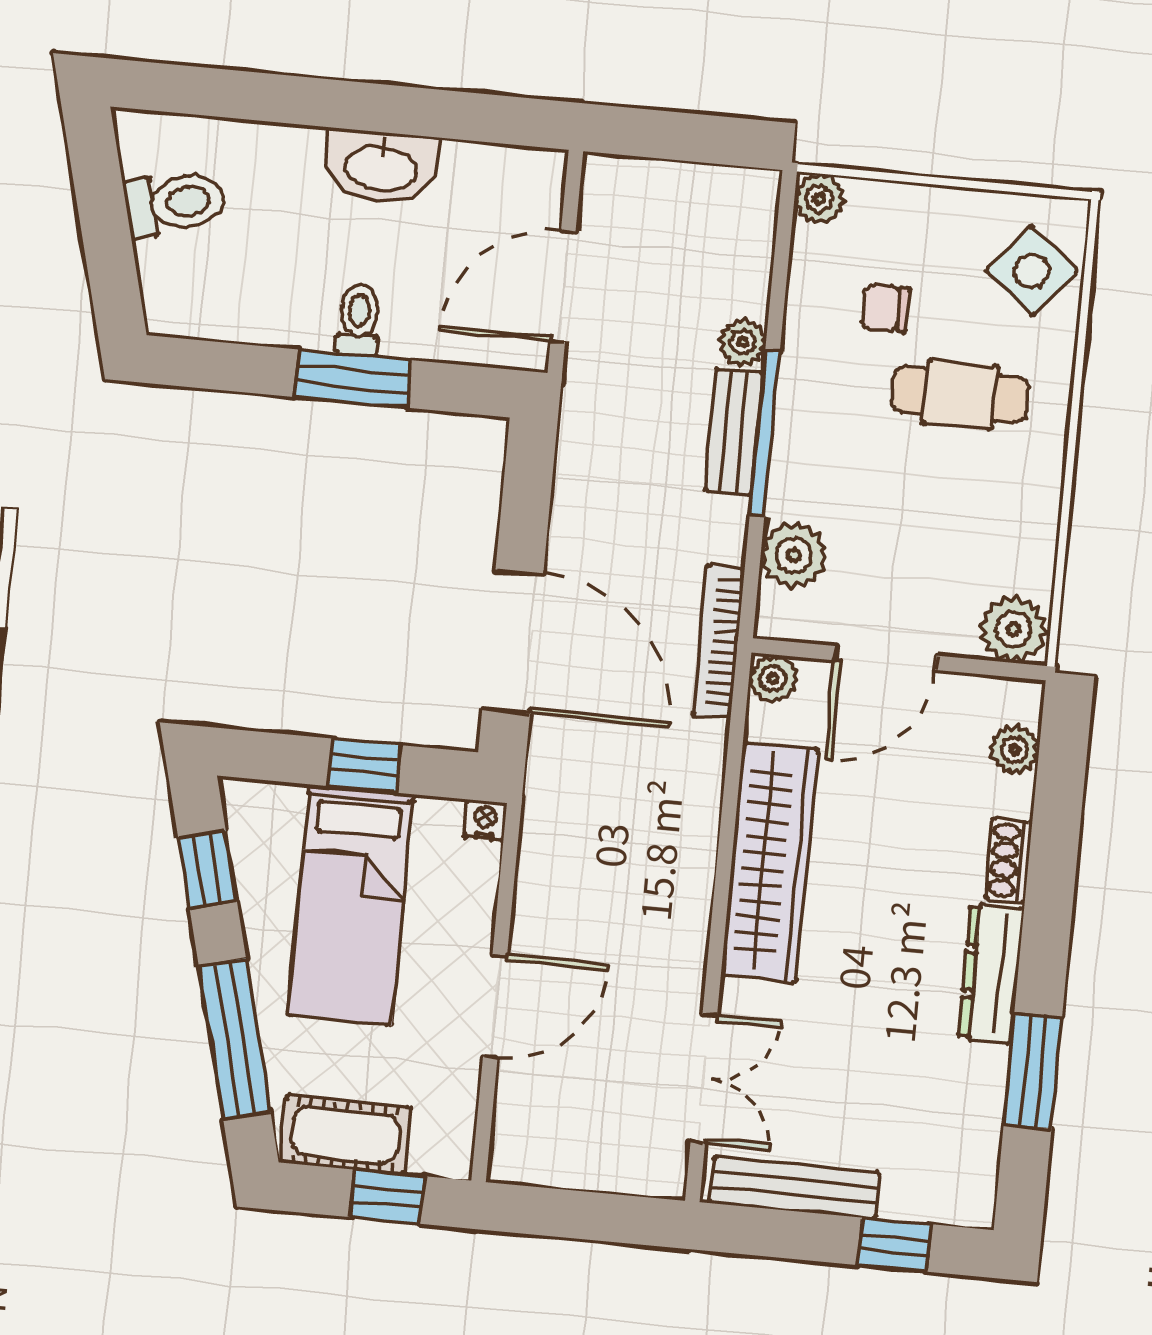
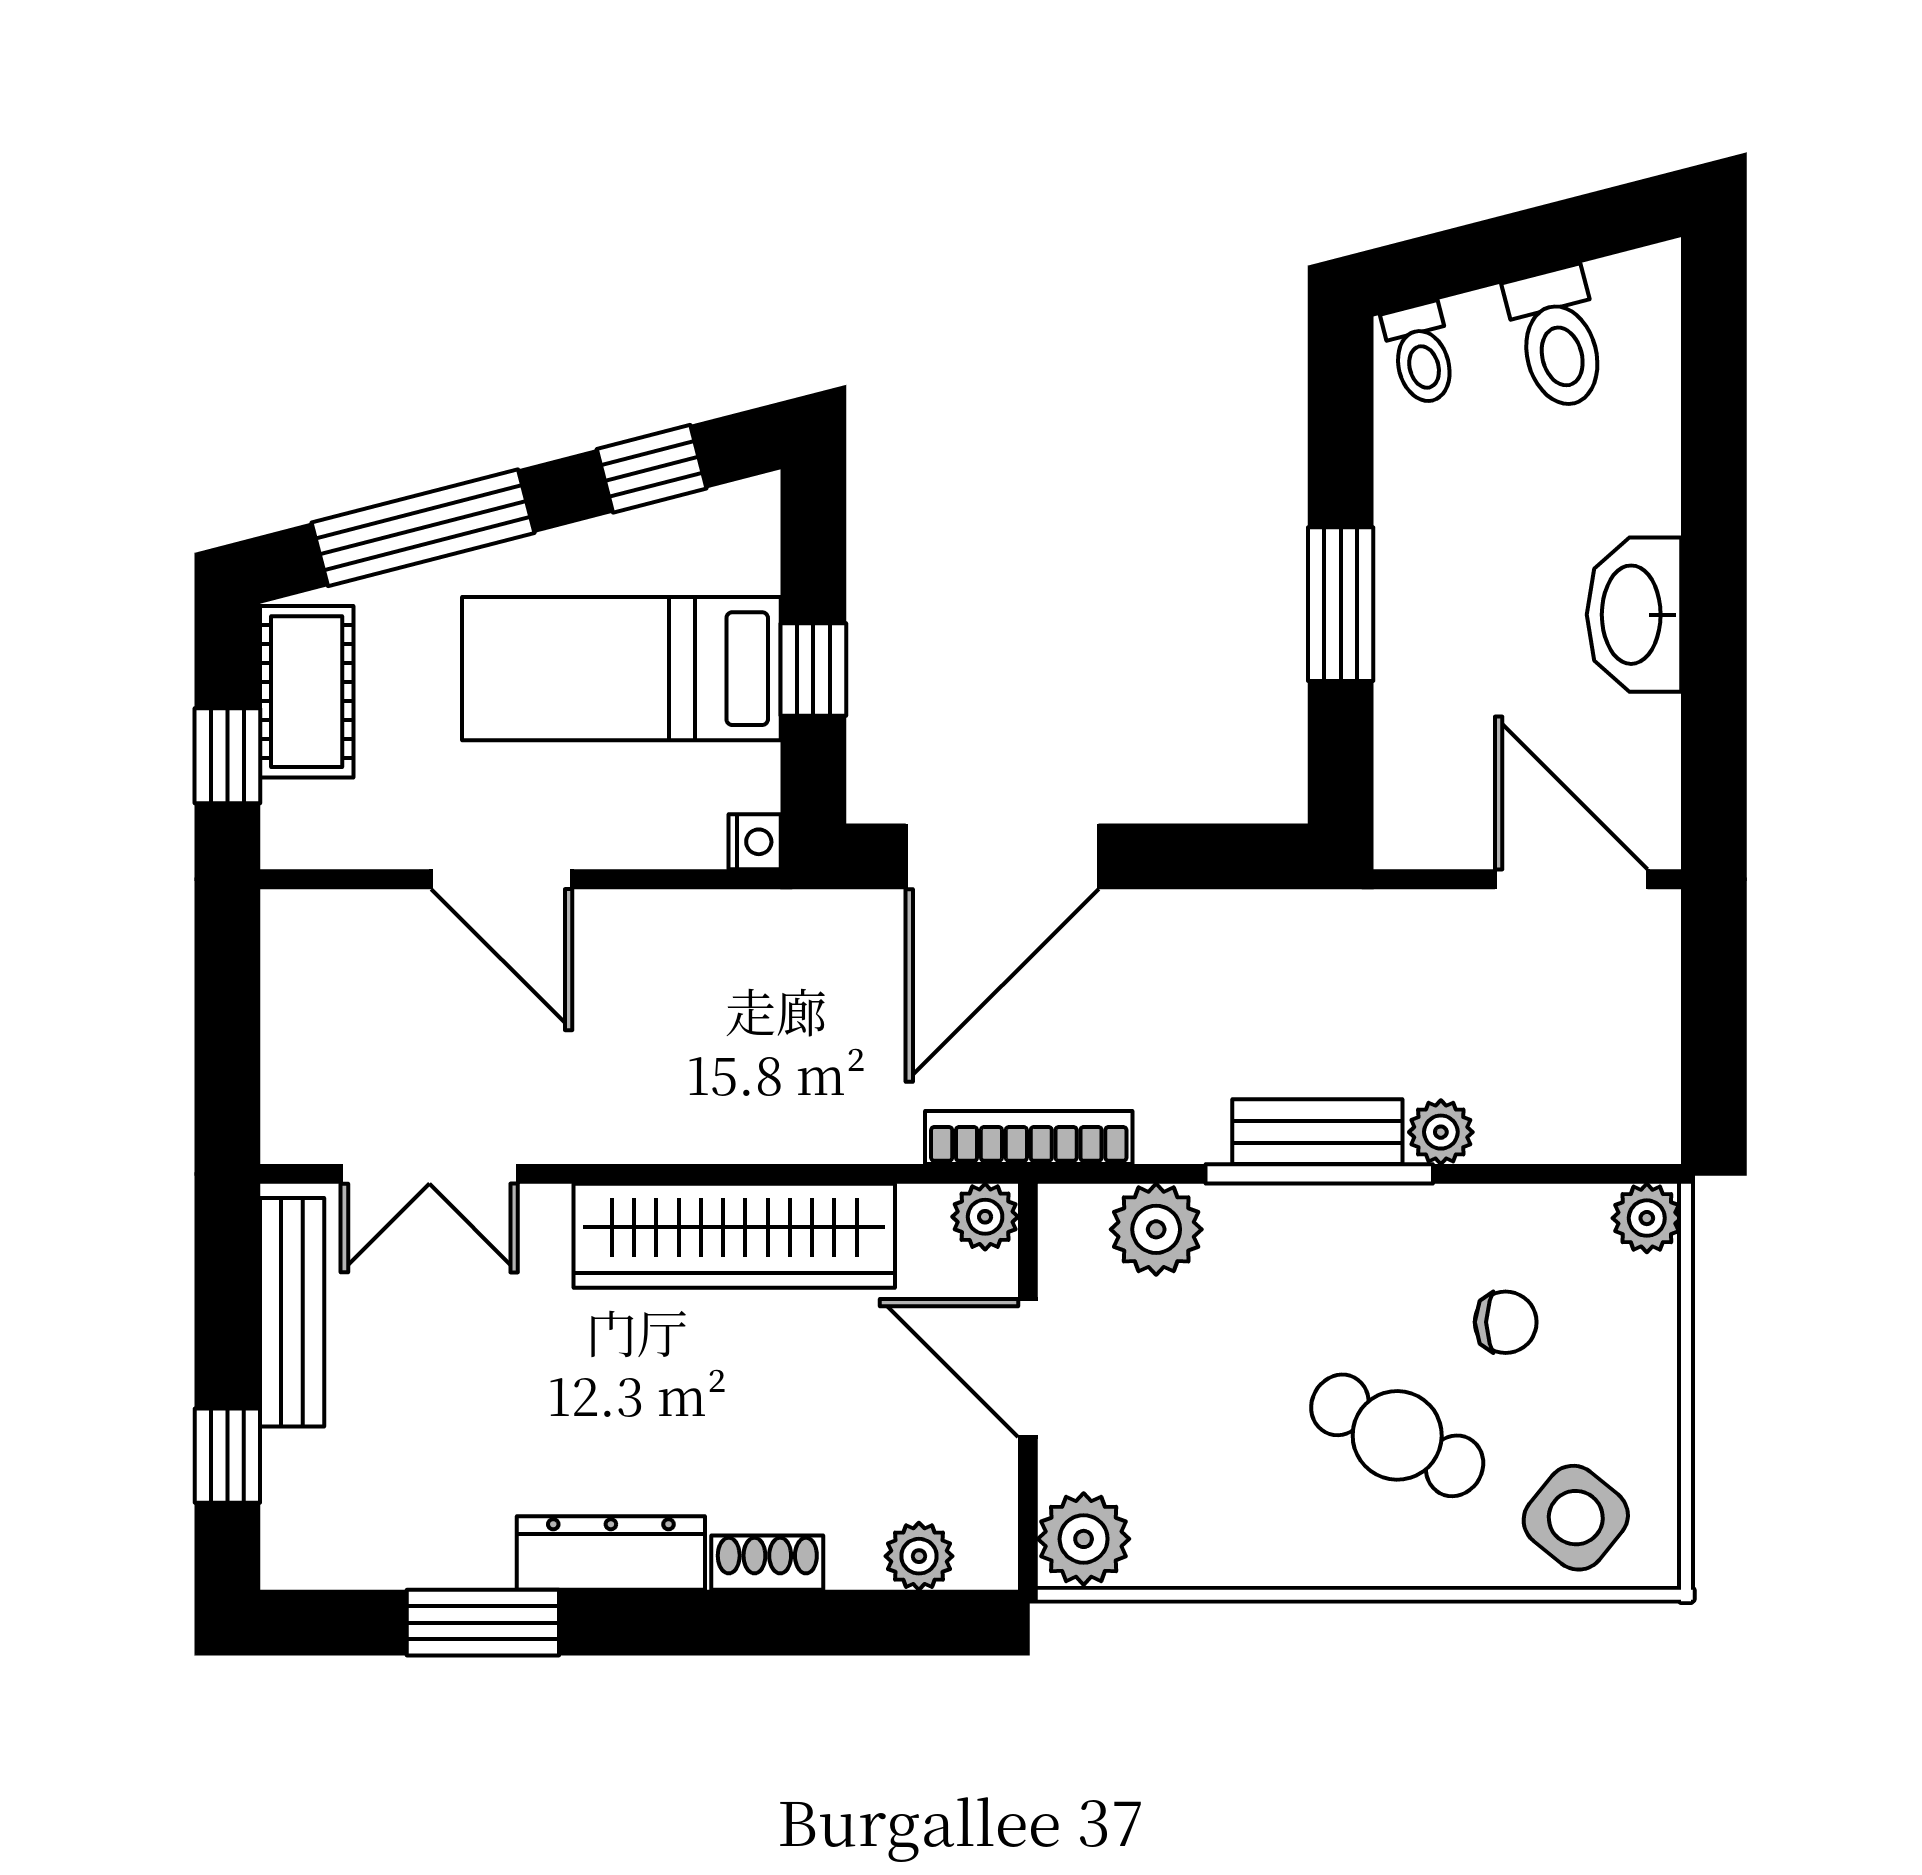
door: (563, 286) -> (1571, 879), moved
chair: (885, 308) -> (1506, 1322), turned 90
toilet: (359, 320) -> (1421, 354), moved, turned 76
cafe table: (960, 395) -> (1397, 1435), turned -62

